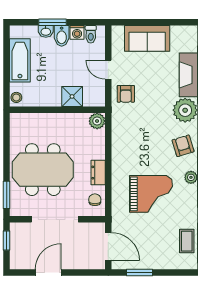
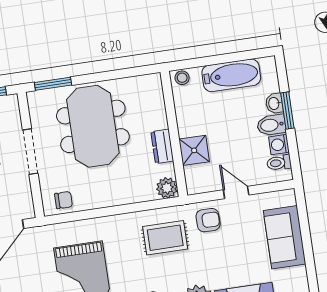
door: (108, 70) -> (236, 192), hinge flipped
armchair: (126, 94) -> (208, 220), turned 180
rug: (134, 128) -> (165, 238), added
dresser: (98, 173) -> (162, 146), moved, turned -90
doorway: (55, 219) -> (30, 152), width x0.73

